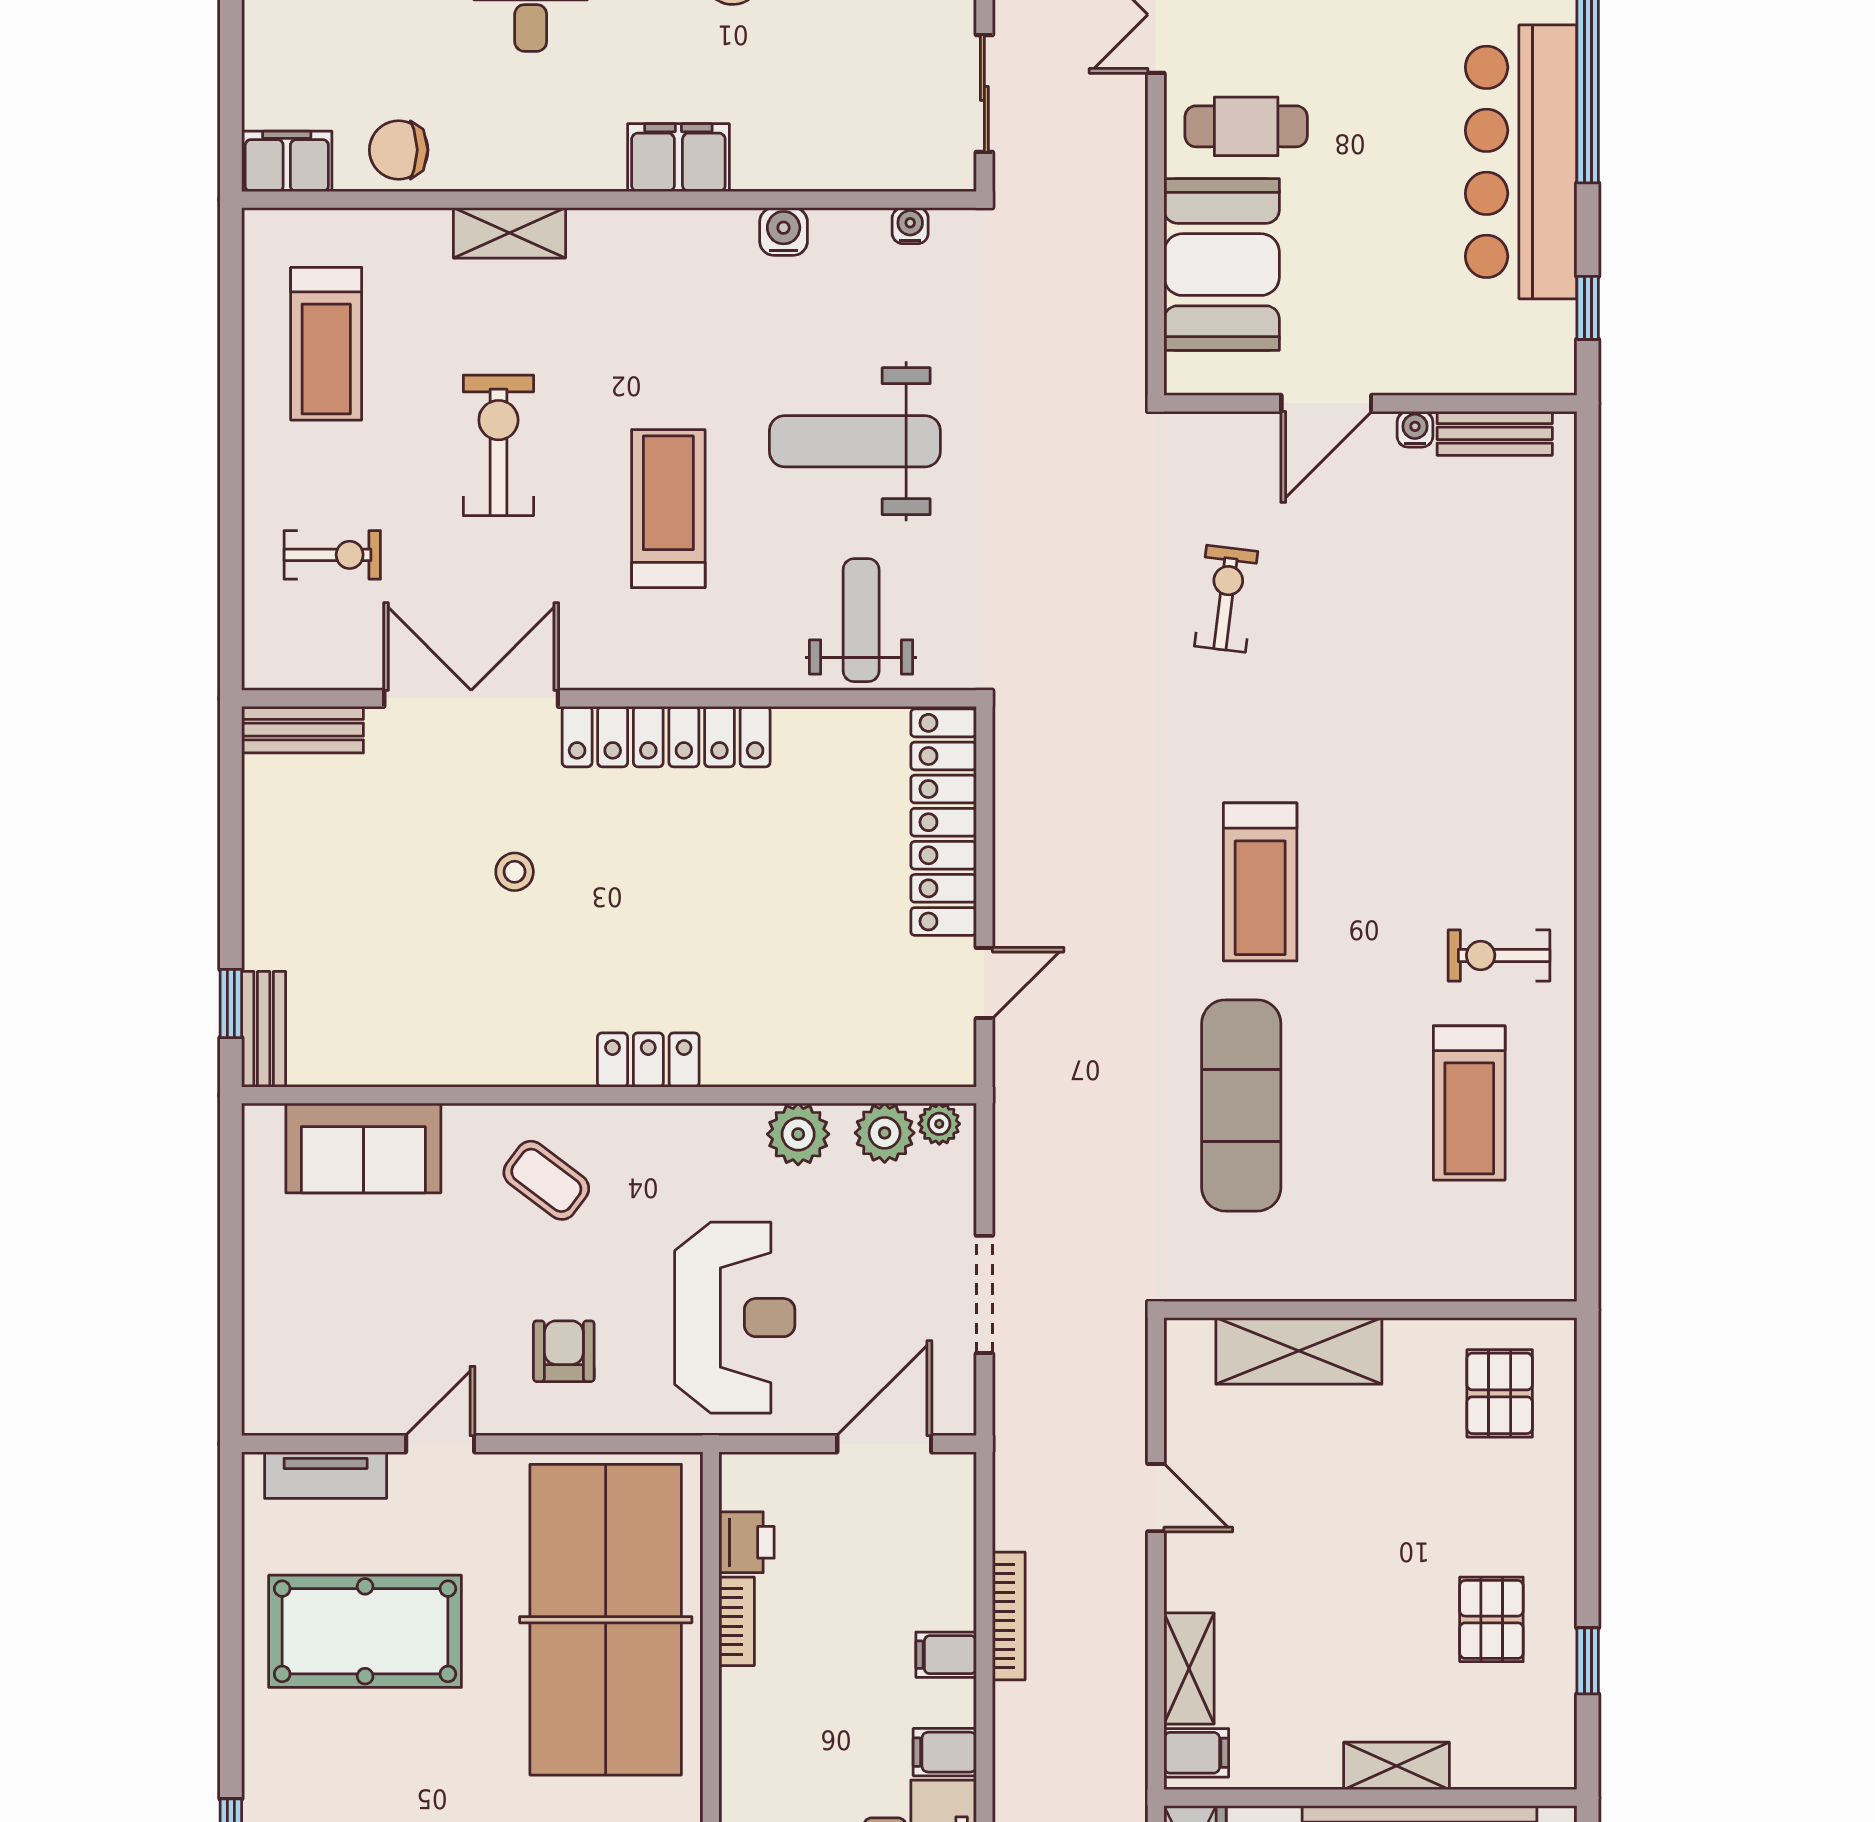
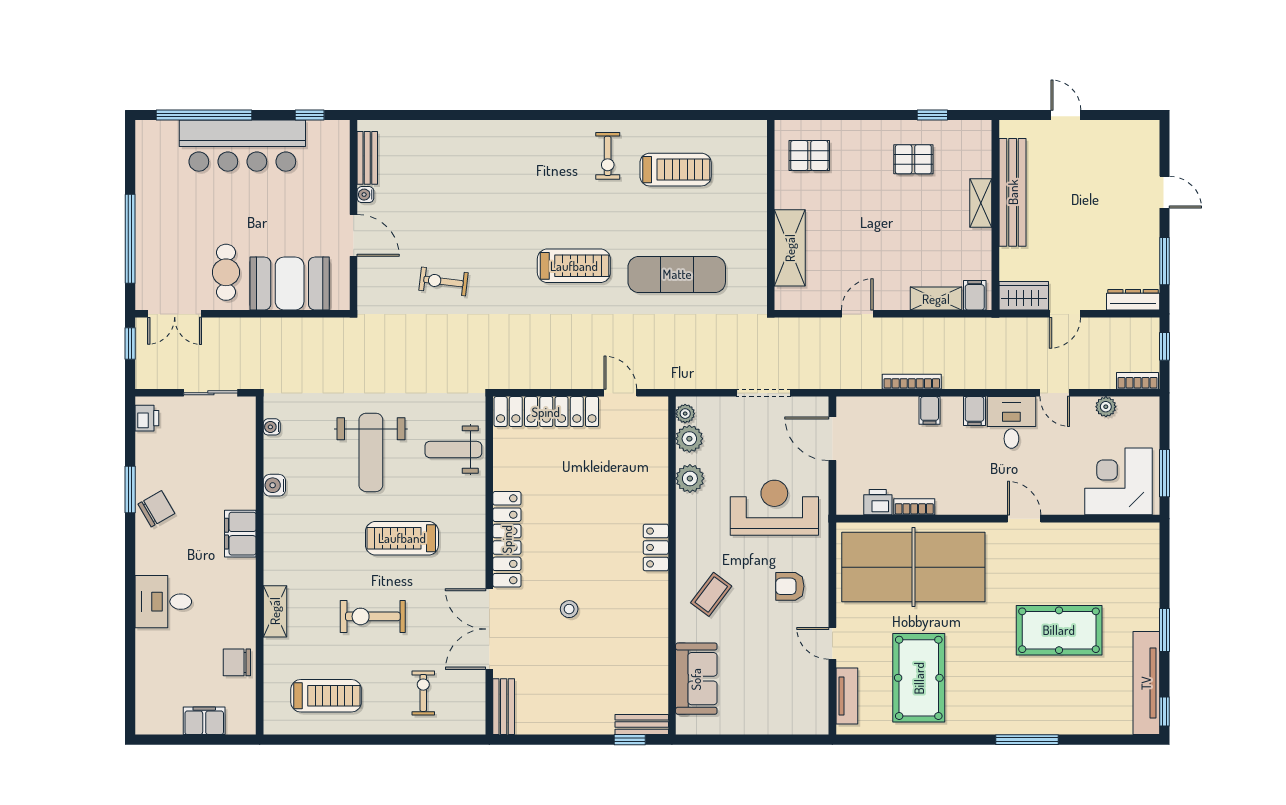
chair: (399, 150) -> (237, 662), turned 90
filing cabinet: (287, 161) -> (204, 721), moved, turned 90

